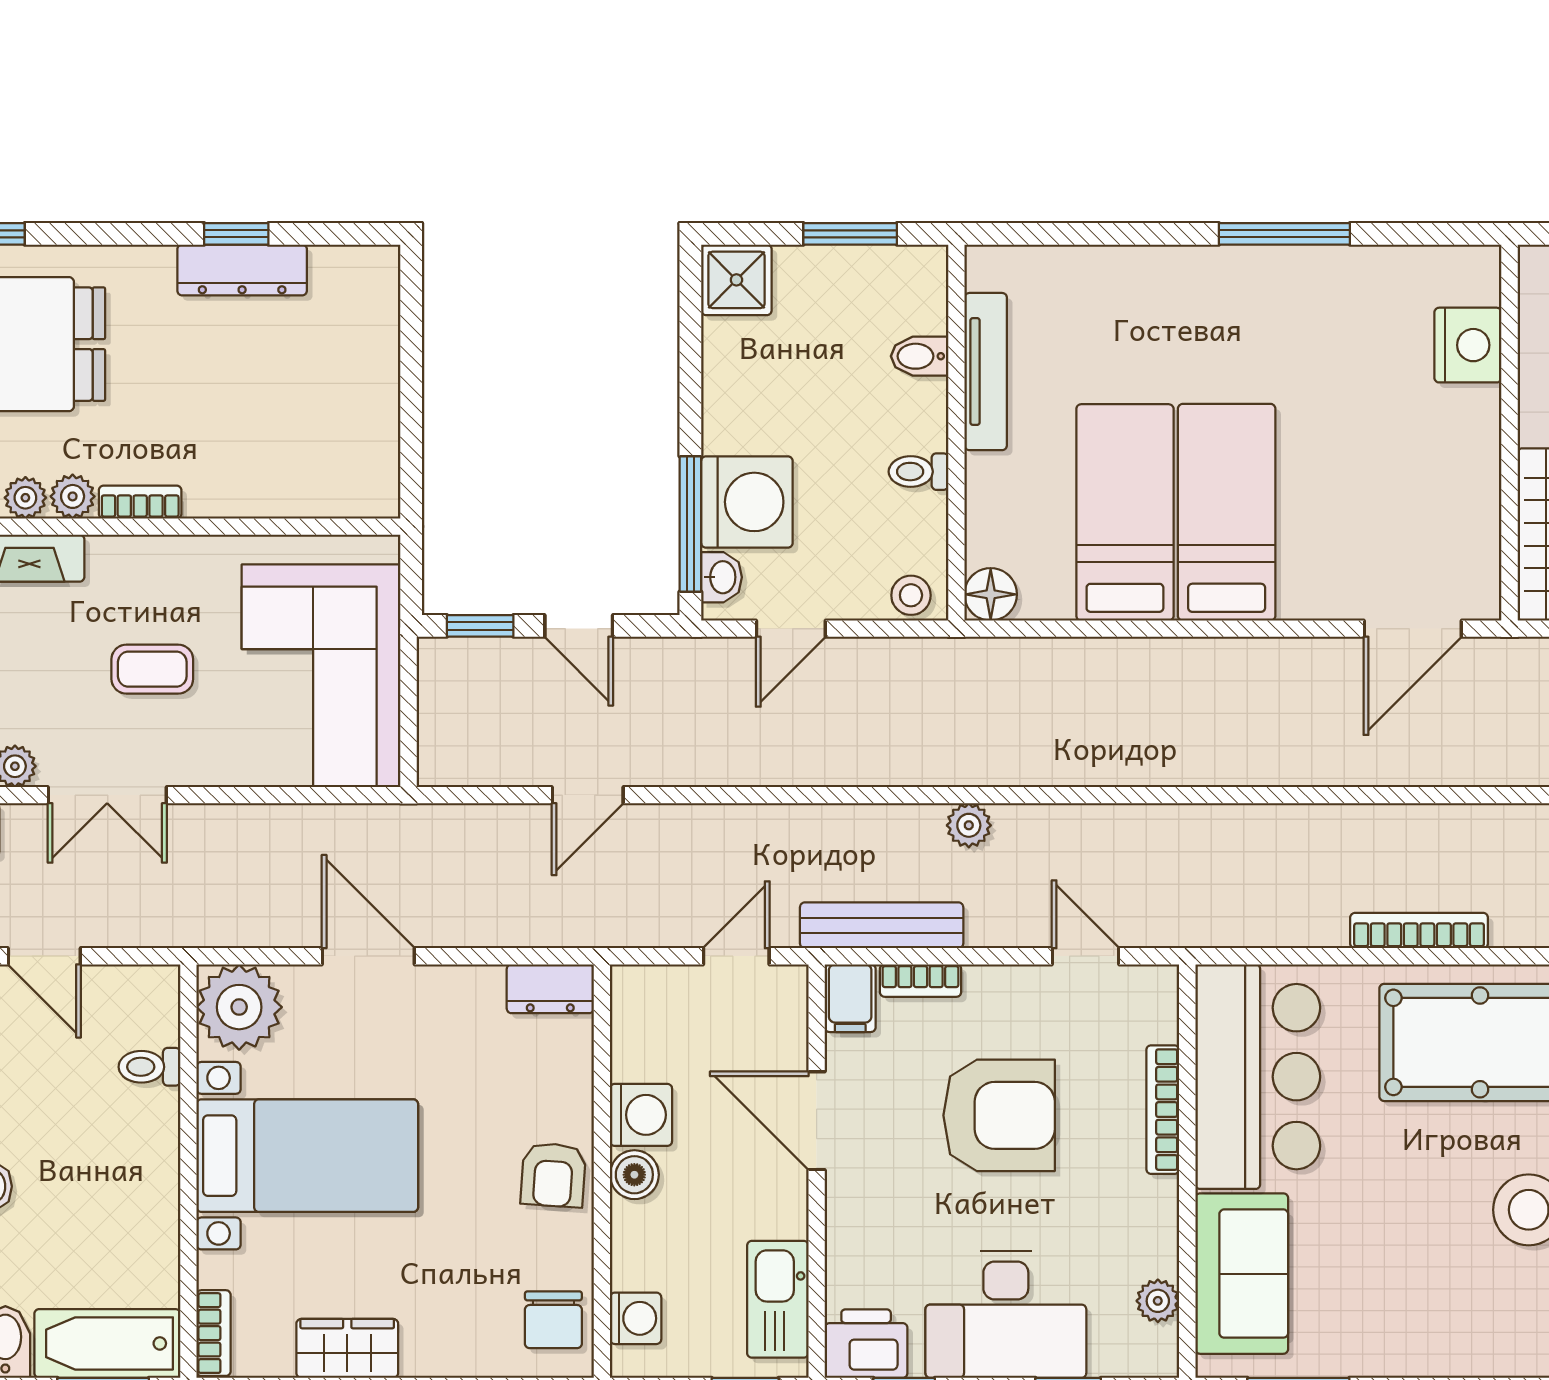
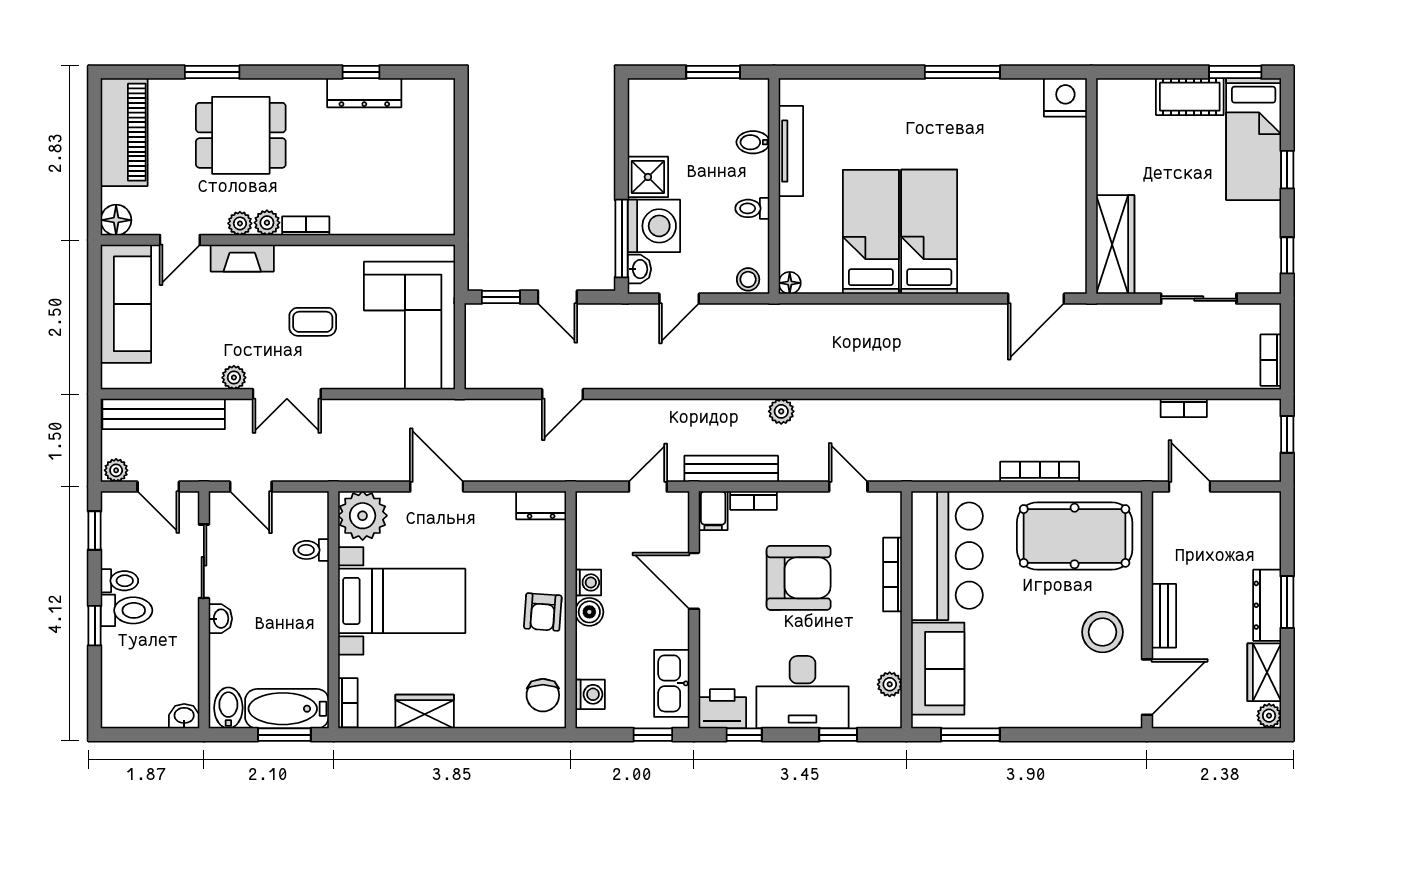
shower: (736, 280) -> (648, 177), moved
nightstand: (1468, 345) -> (1065, 97), moved, turned -90
floor lamp: (991, 594) -> (790, 283), width x0.73, depth x0.73
washing machine: (641, 1115) -> (588, 582), width x0.73, depth x0.73

